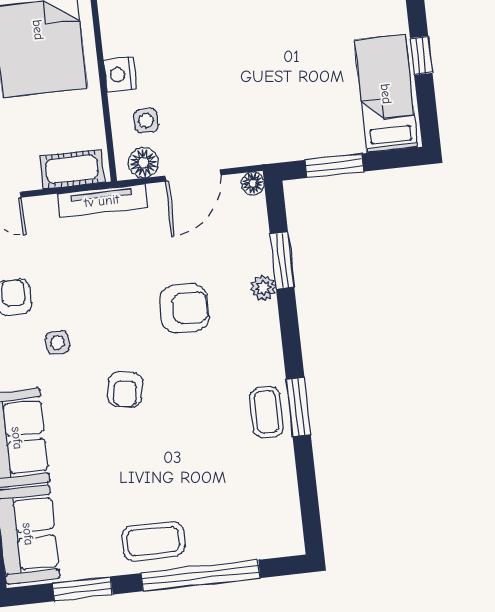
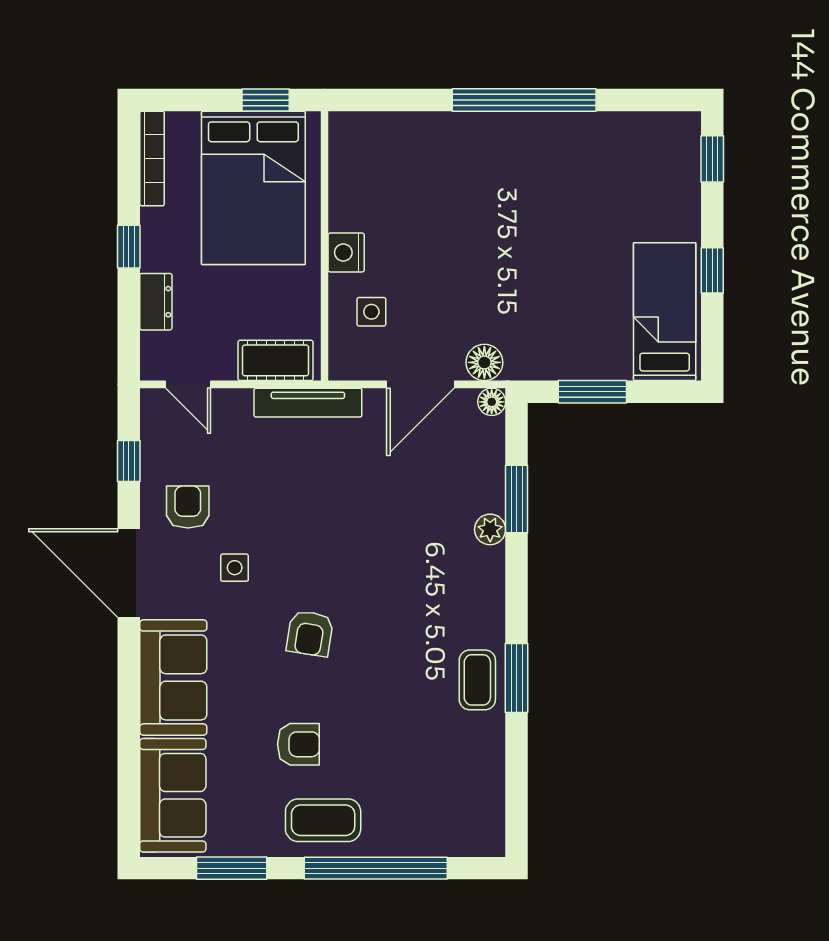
floor lamp: (144, 163) -> (484, 362), moved
armchair: (184, 308) -> (298, 744), moved, width x0.72, depth x0.72

